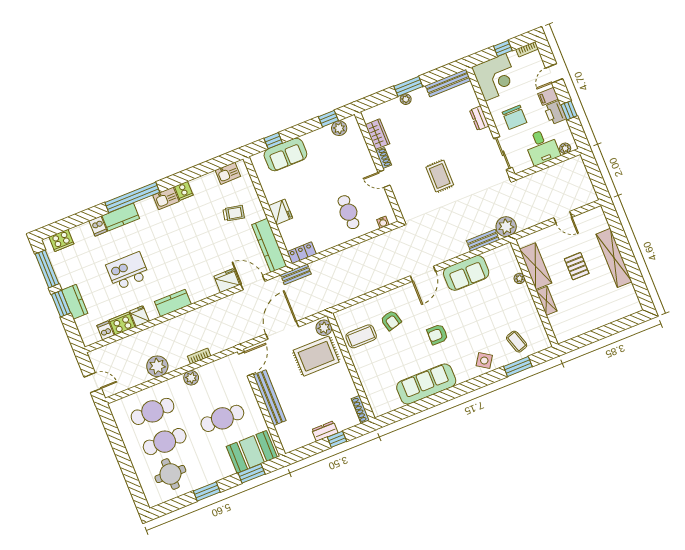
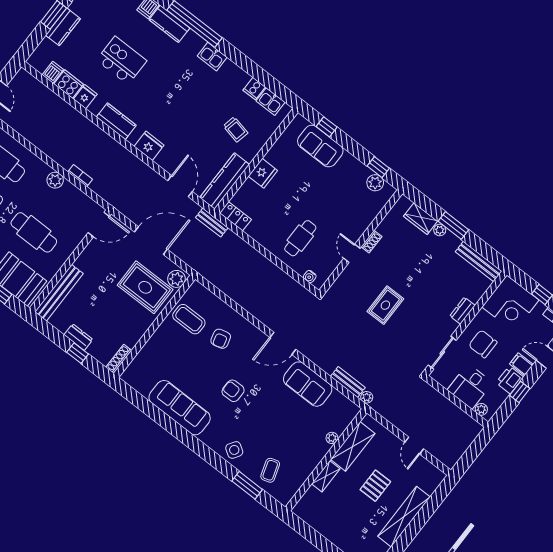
chair: (515, 117) -> (483, 344), turned 90
wardrobe: (377, 134) -> (421, 219), moved, turned 90
cooker: (184, 191) -> (254, 89), moved
plant: (506, 227) -> (367, 397), width x0.53, depth x0.53
fridge: (227, 281) -> (149, 146), moved
plant: (157, 366) -> (47, 141), removed
bench: (270, 398) -> (59, 293), moved

